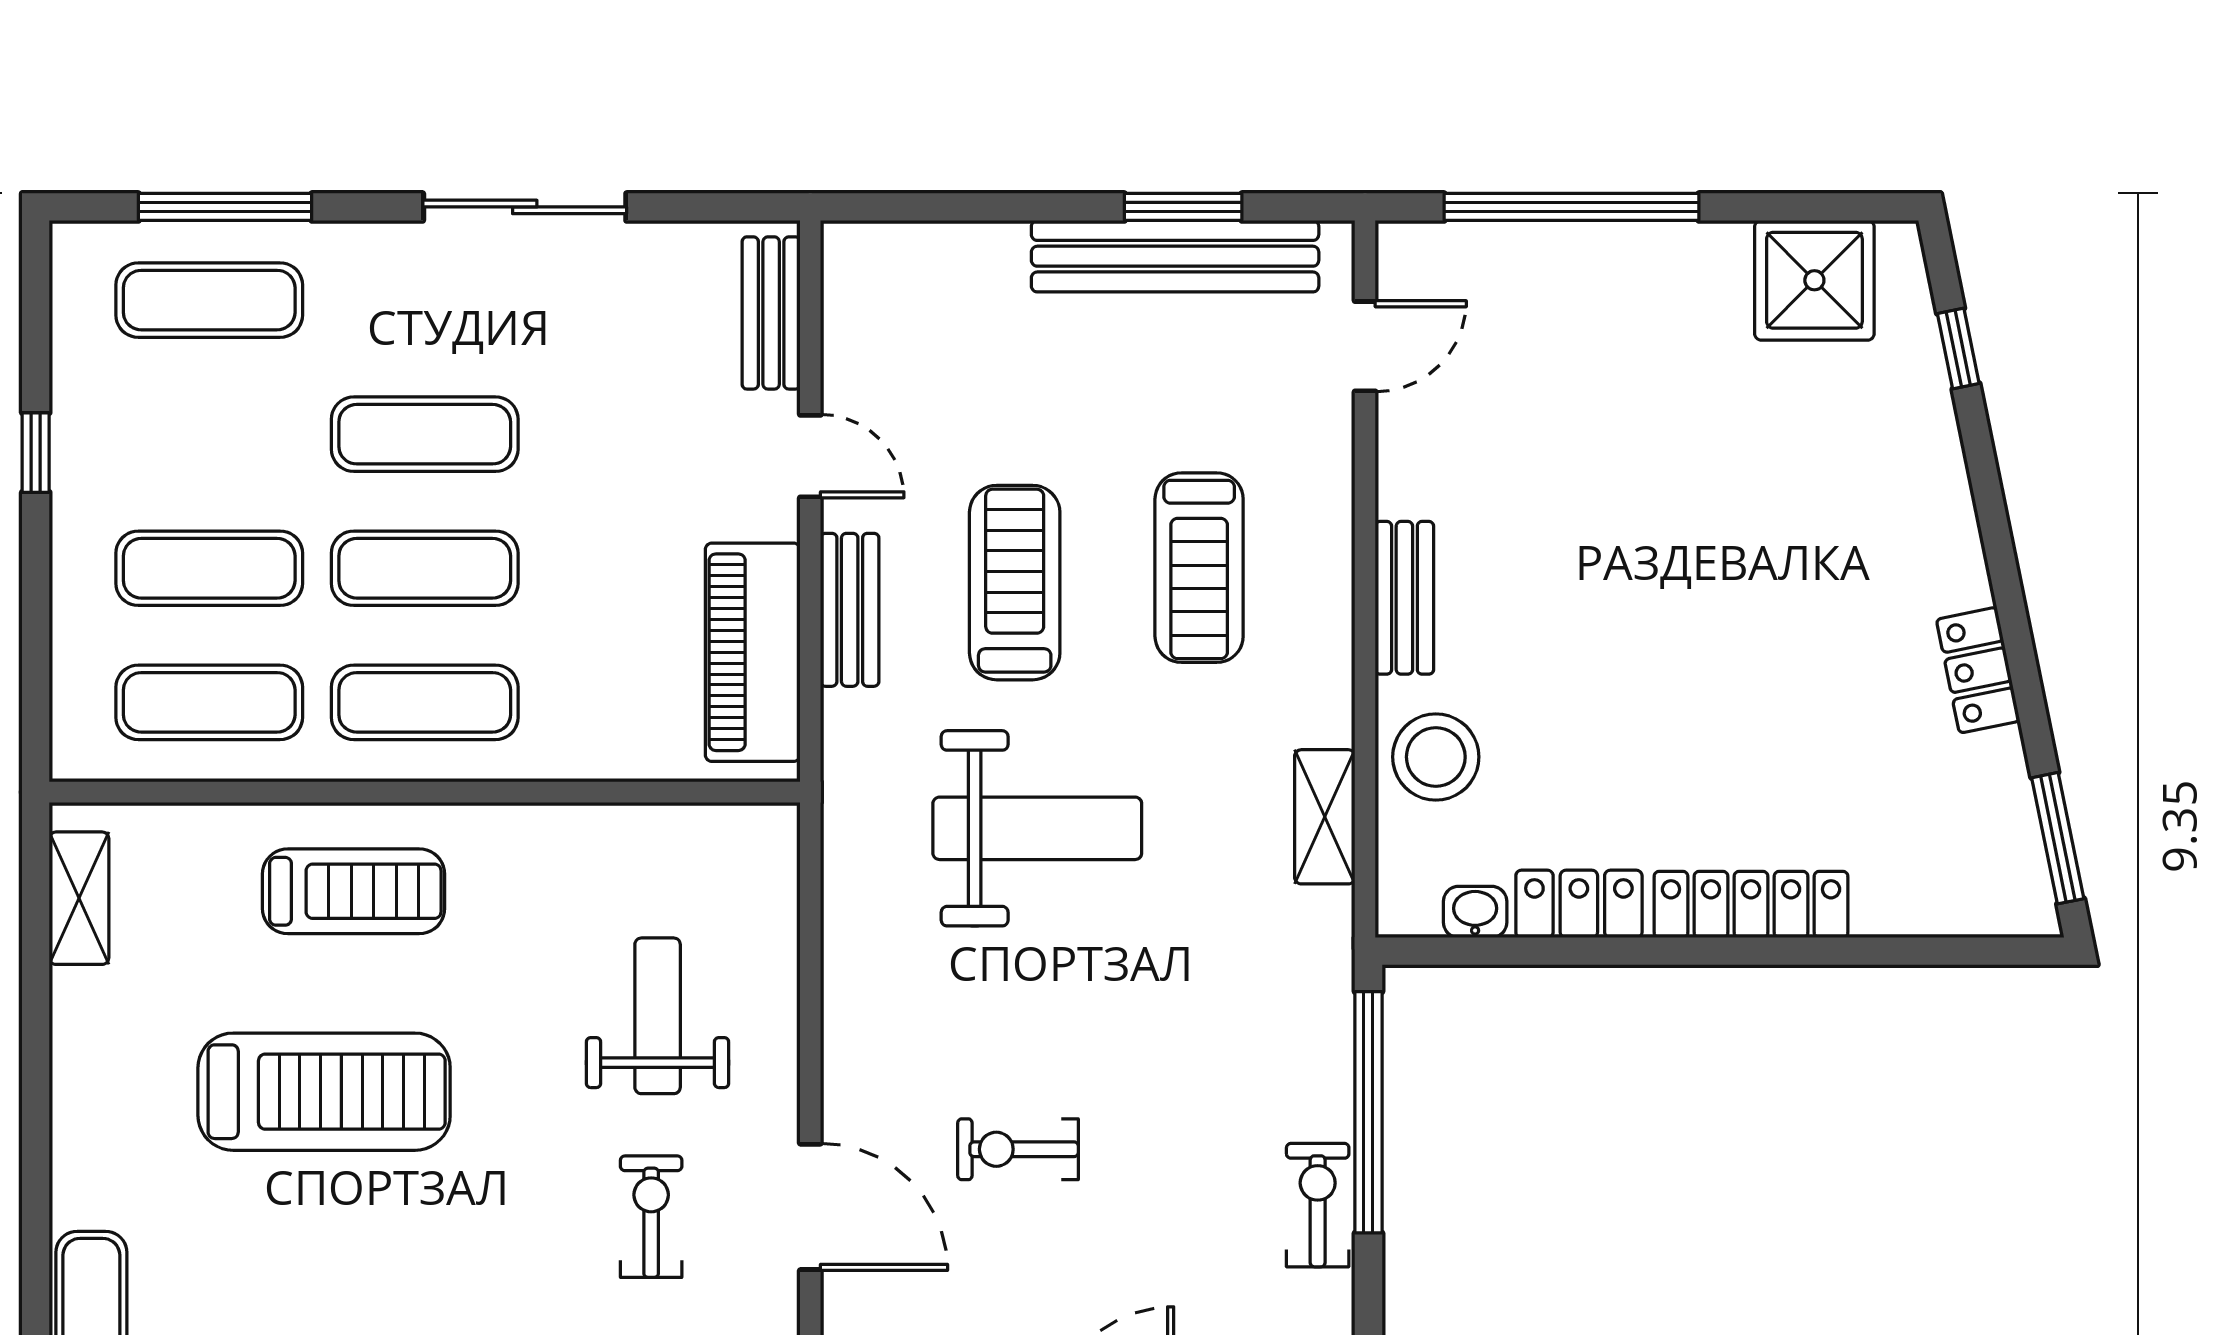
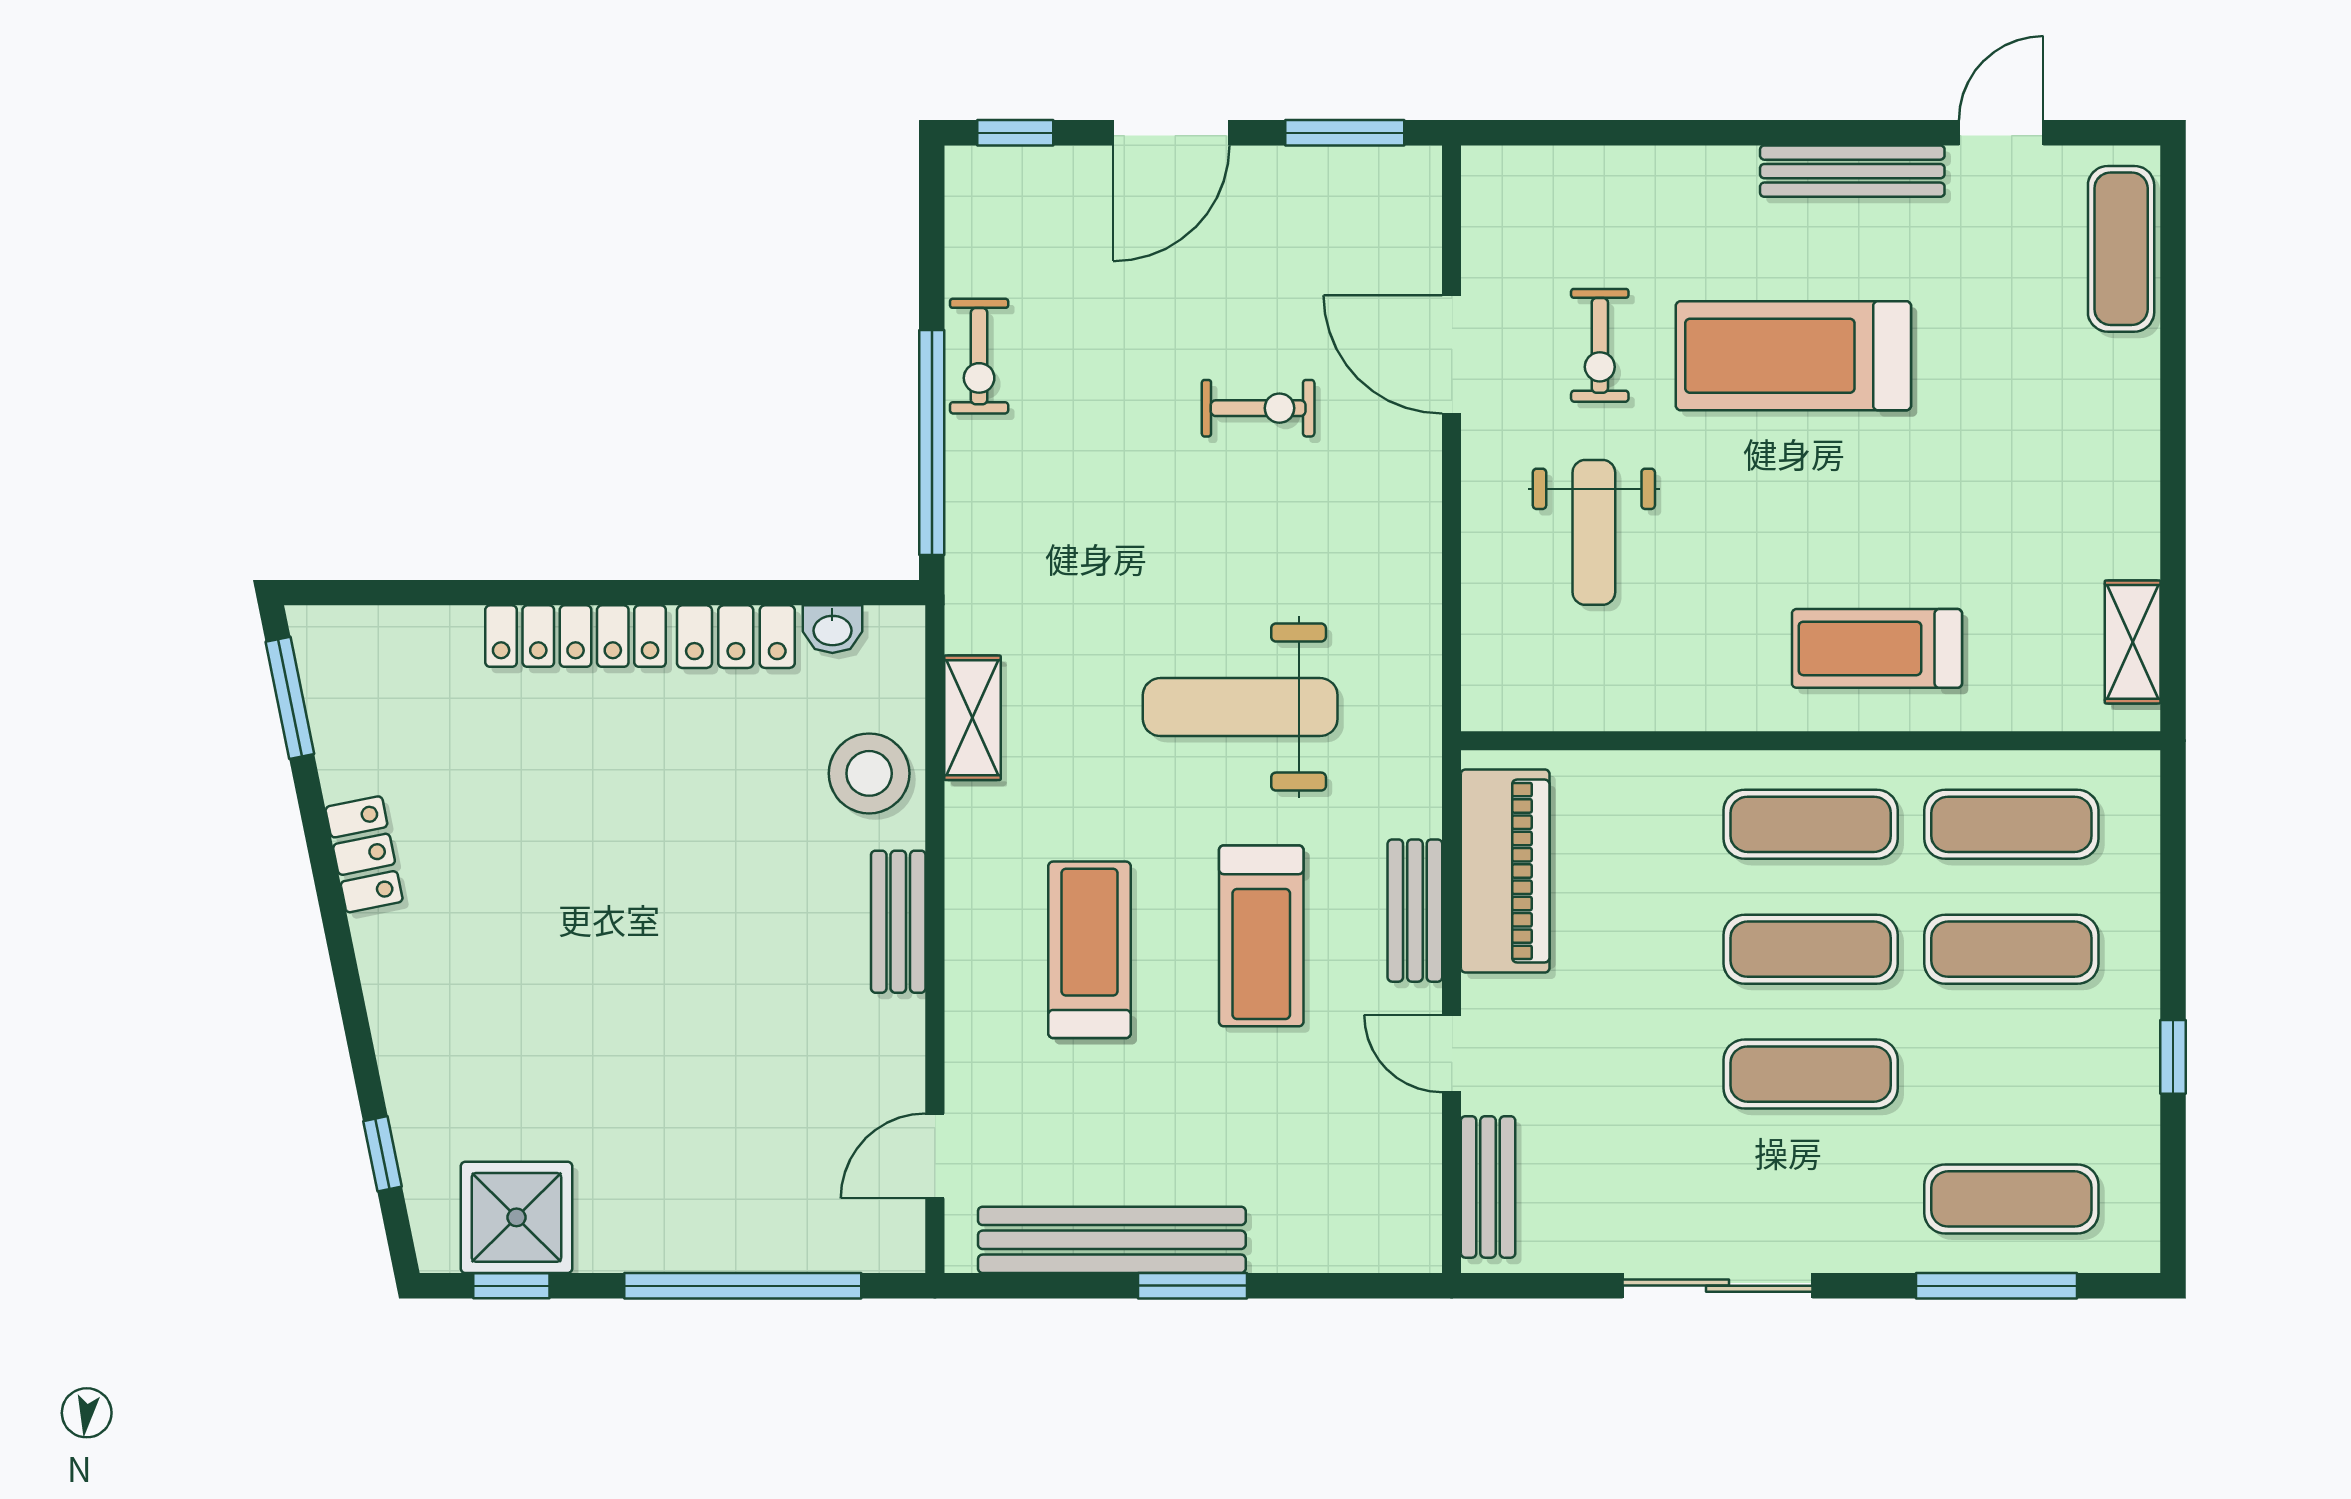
window: (1183, 207) -> (1193, 1286), moved
window: (1820, 207) -> (511, 1286), added
treadmill: (324, 1092) -> (1793, 356), moved

